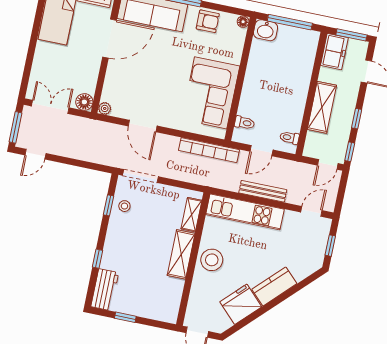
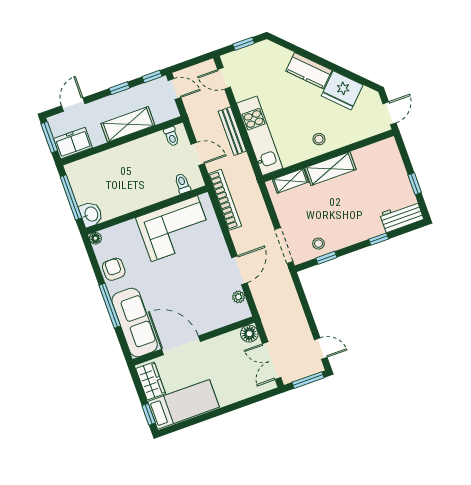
plant: (105, 108) -> (239, 297), moved
stool: (212, 260) -> (319, 139), width x0.53, depth x0.53

